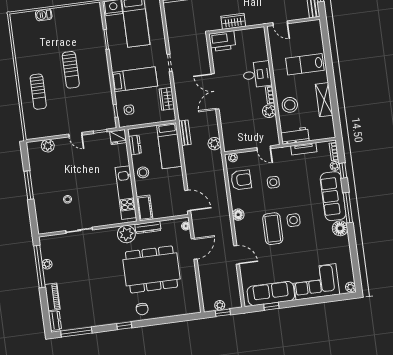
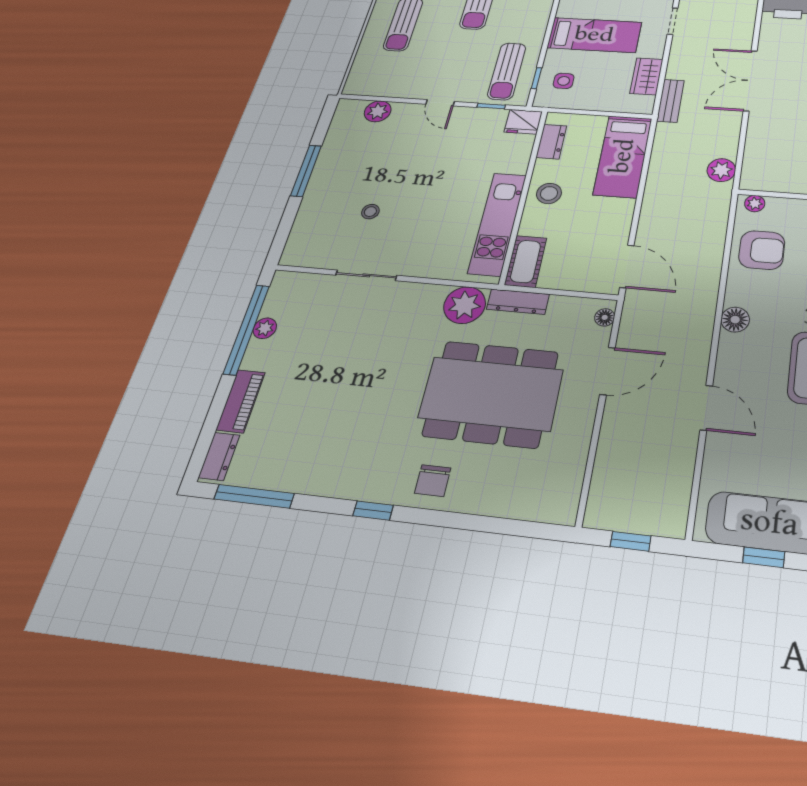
sun lounger: (100, 110) -> (507, 71), added
bench: (185, 133) -> (670, 101), moved
plant: (220, 305) -> (628, 520), removed

